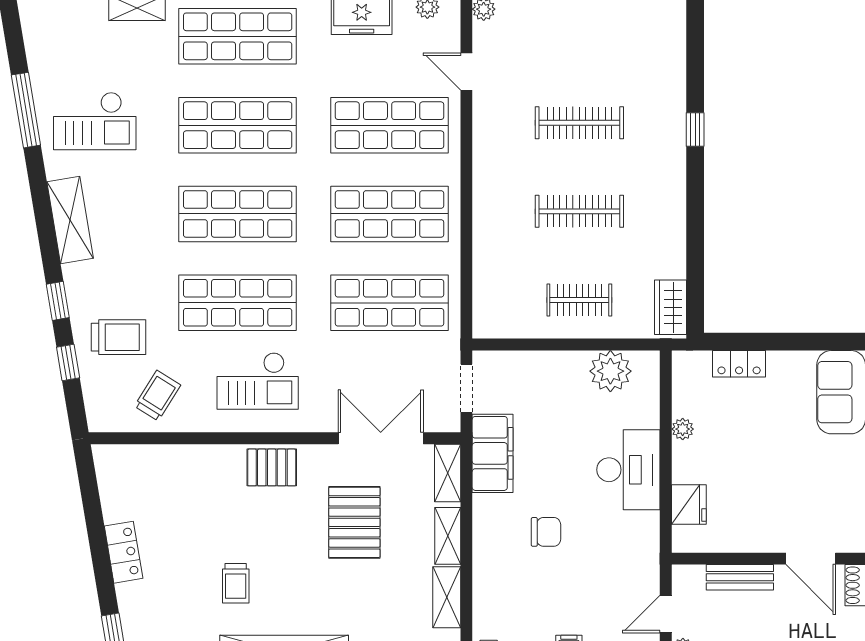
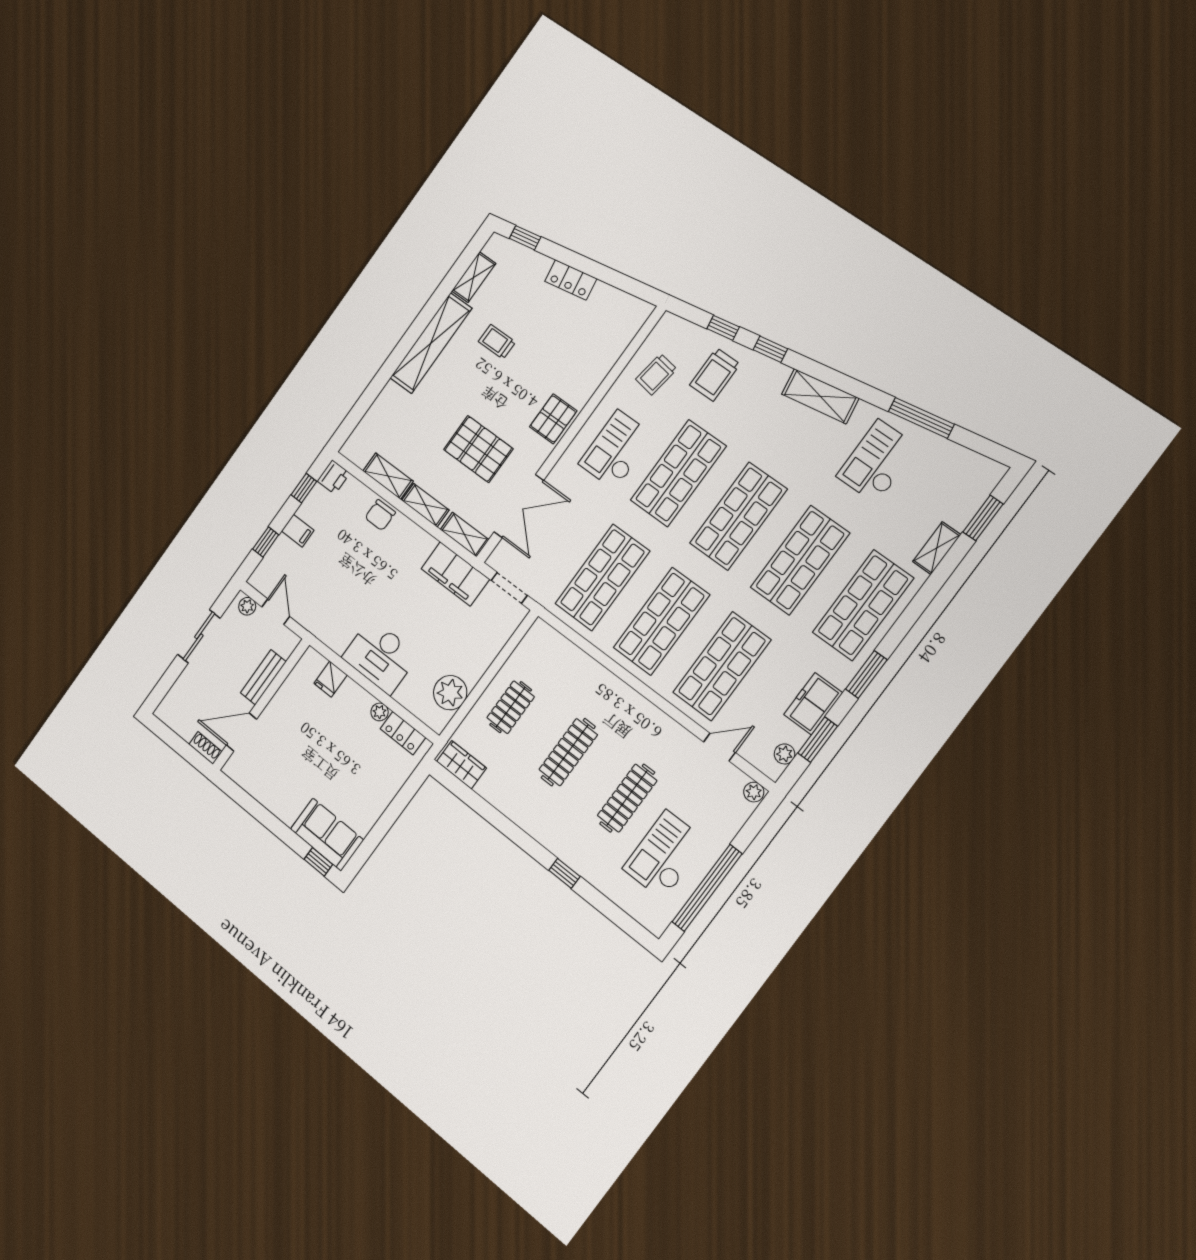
checkout: (605, 48) -> (665, 855), added
locker: (739, 364) -> (403, 733), moved, turned -90
trolley: (158, 396) -> (656, 374), turned 67
fridge: (689, 505) -> (330, 679), width x0.72
chair: (546, 532) -> (380, 515), moved

